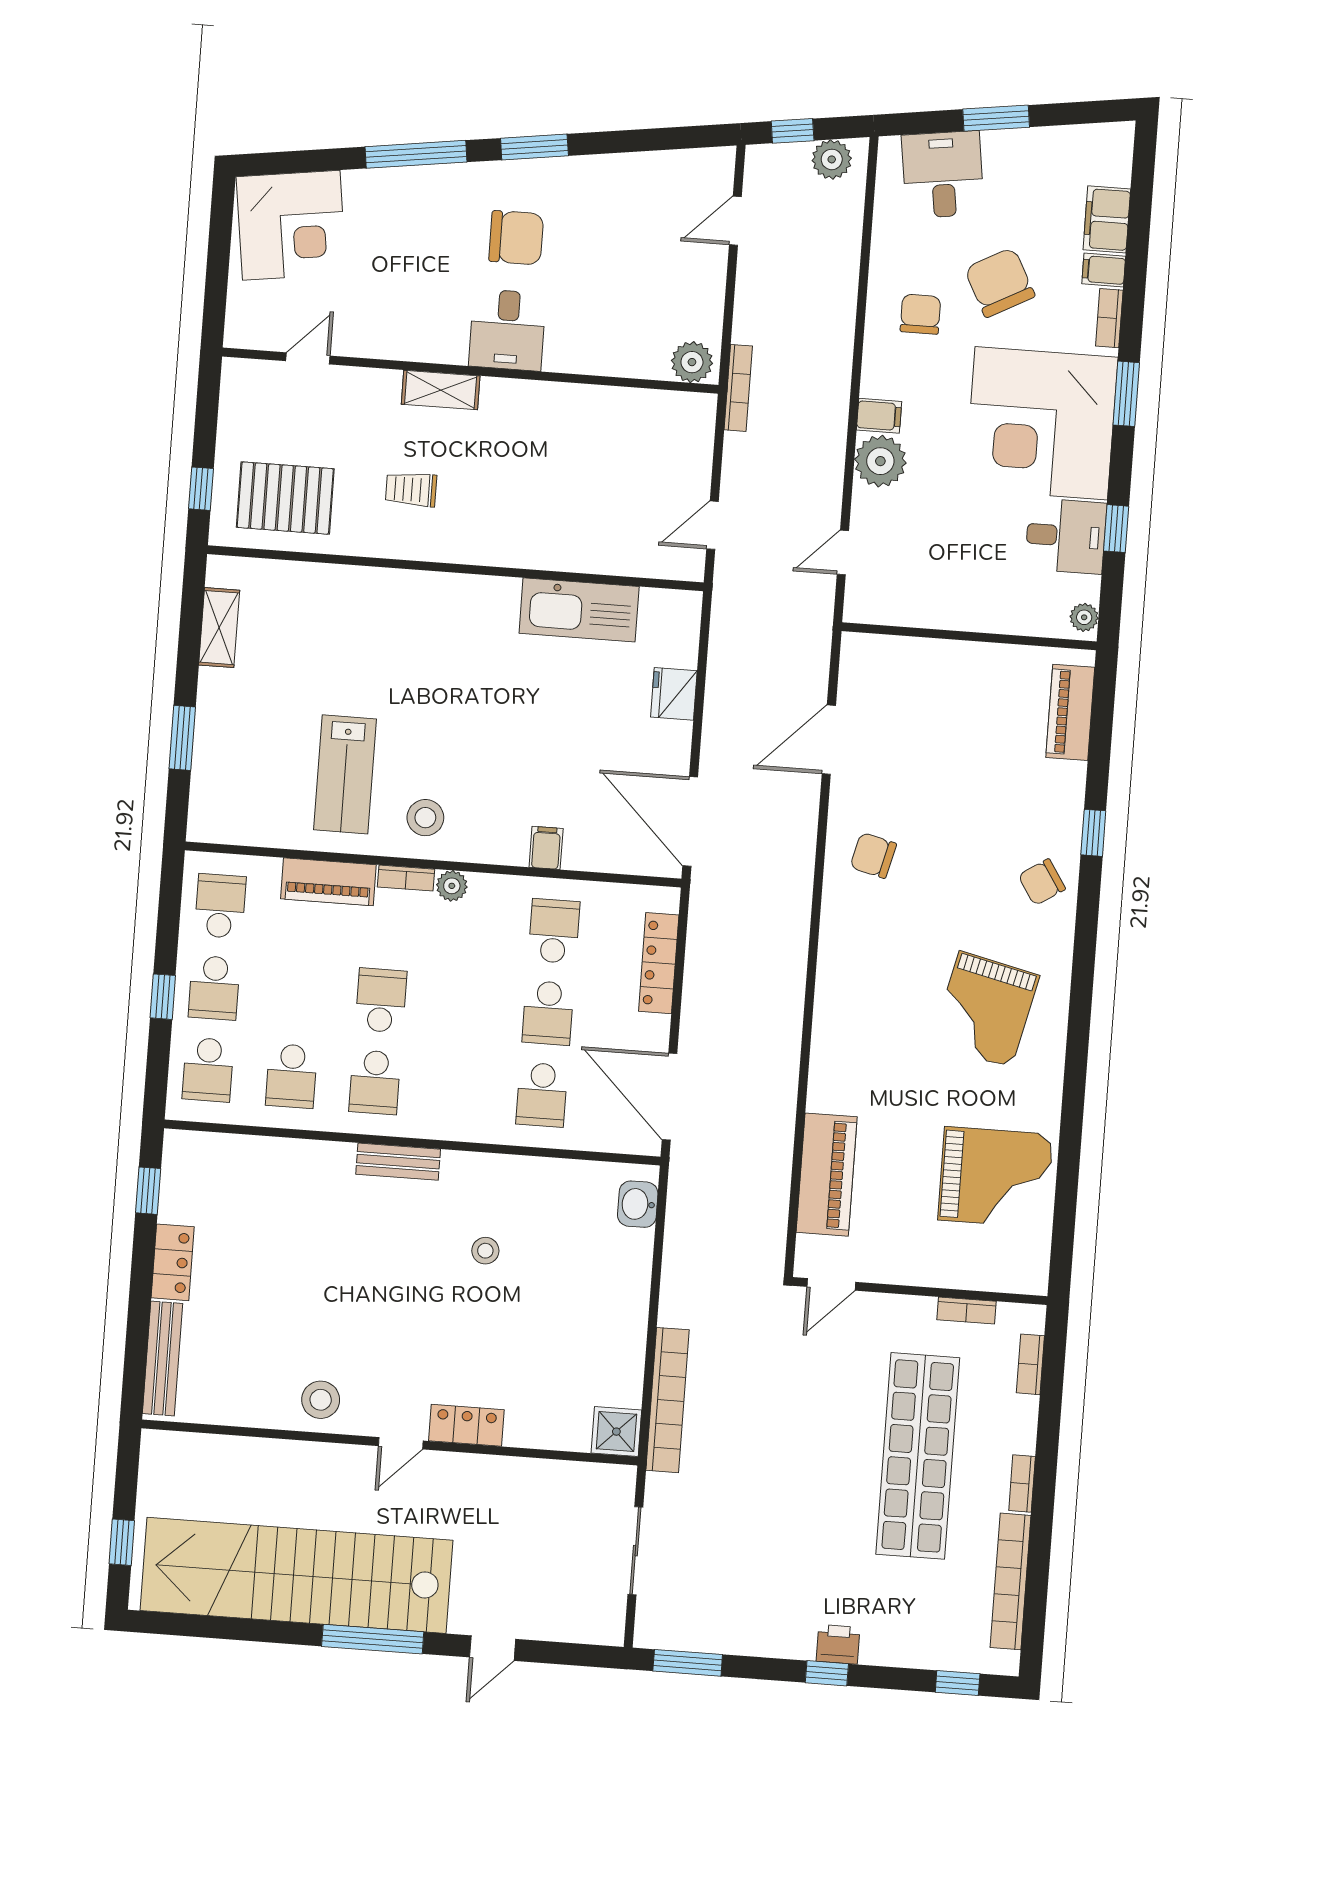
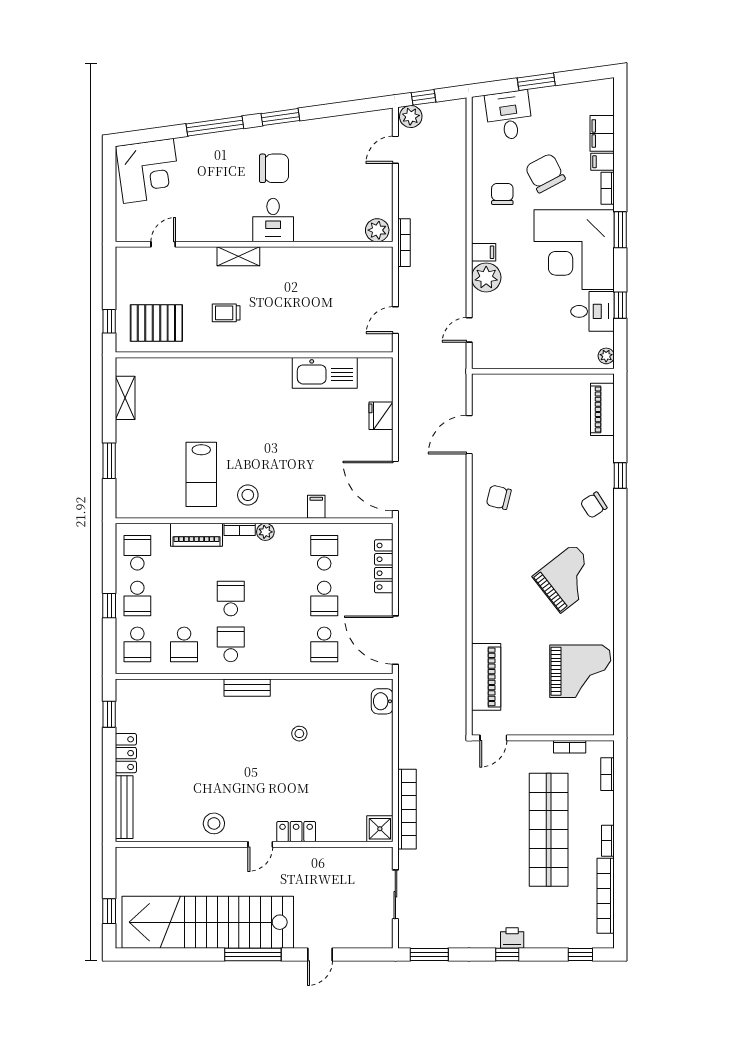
plant: (832, 159) -> (411, 117), moved
grand piano: (985, 1009) -> (568, 578), turned -141
school desk: (375, 1082) -> (231, 644), turned 180

